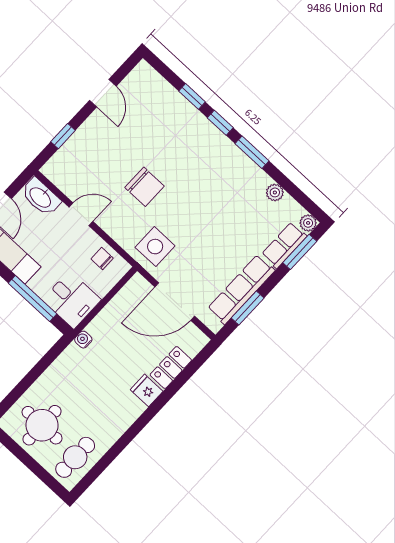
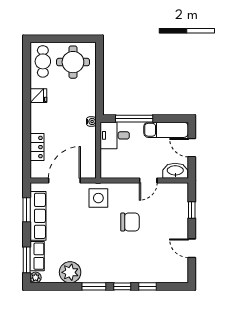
chair: (145, 187) -> (130, 222), turned 180
plant: (275, 192) -> (70, 272), width x1.88, depth x1.88
chair: (102, 259) -> (118, 169), removed
fridge: (147, 390) -> (38, 96), moved

